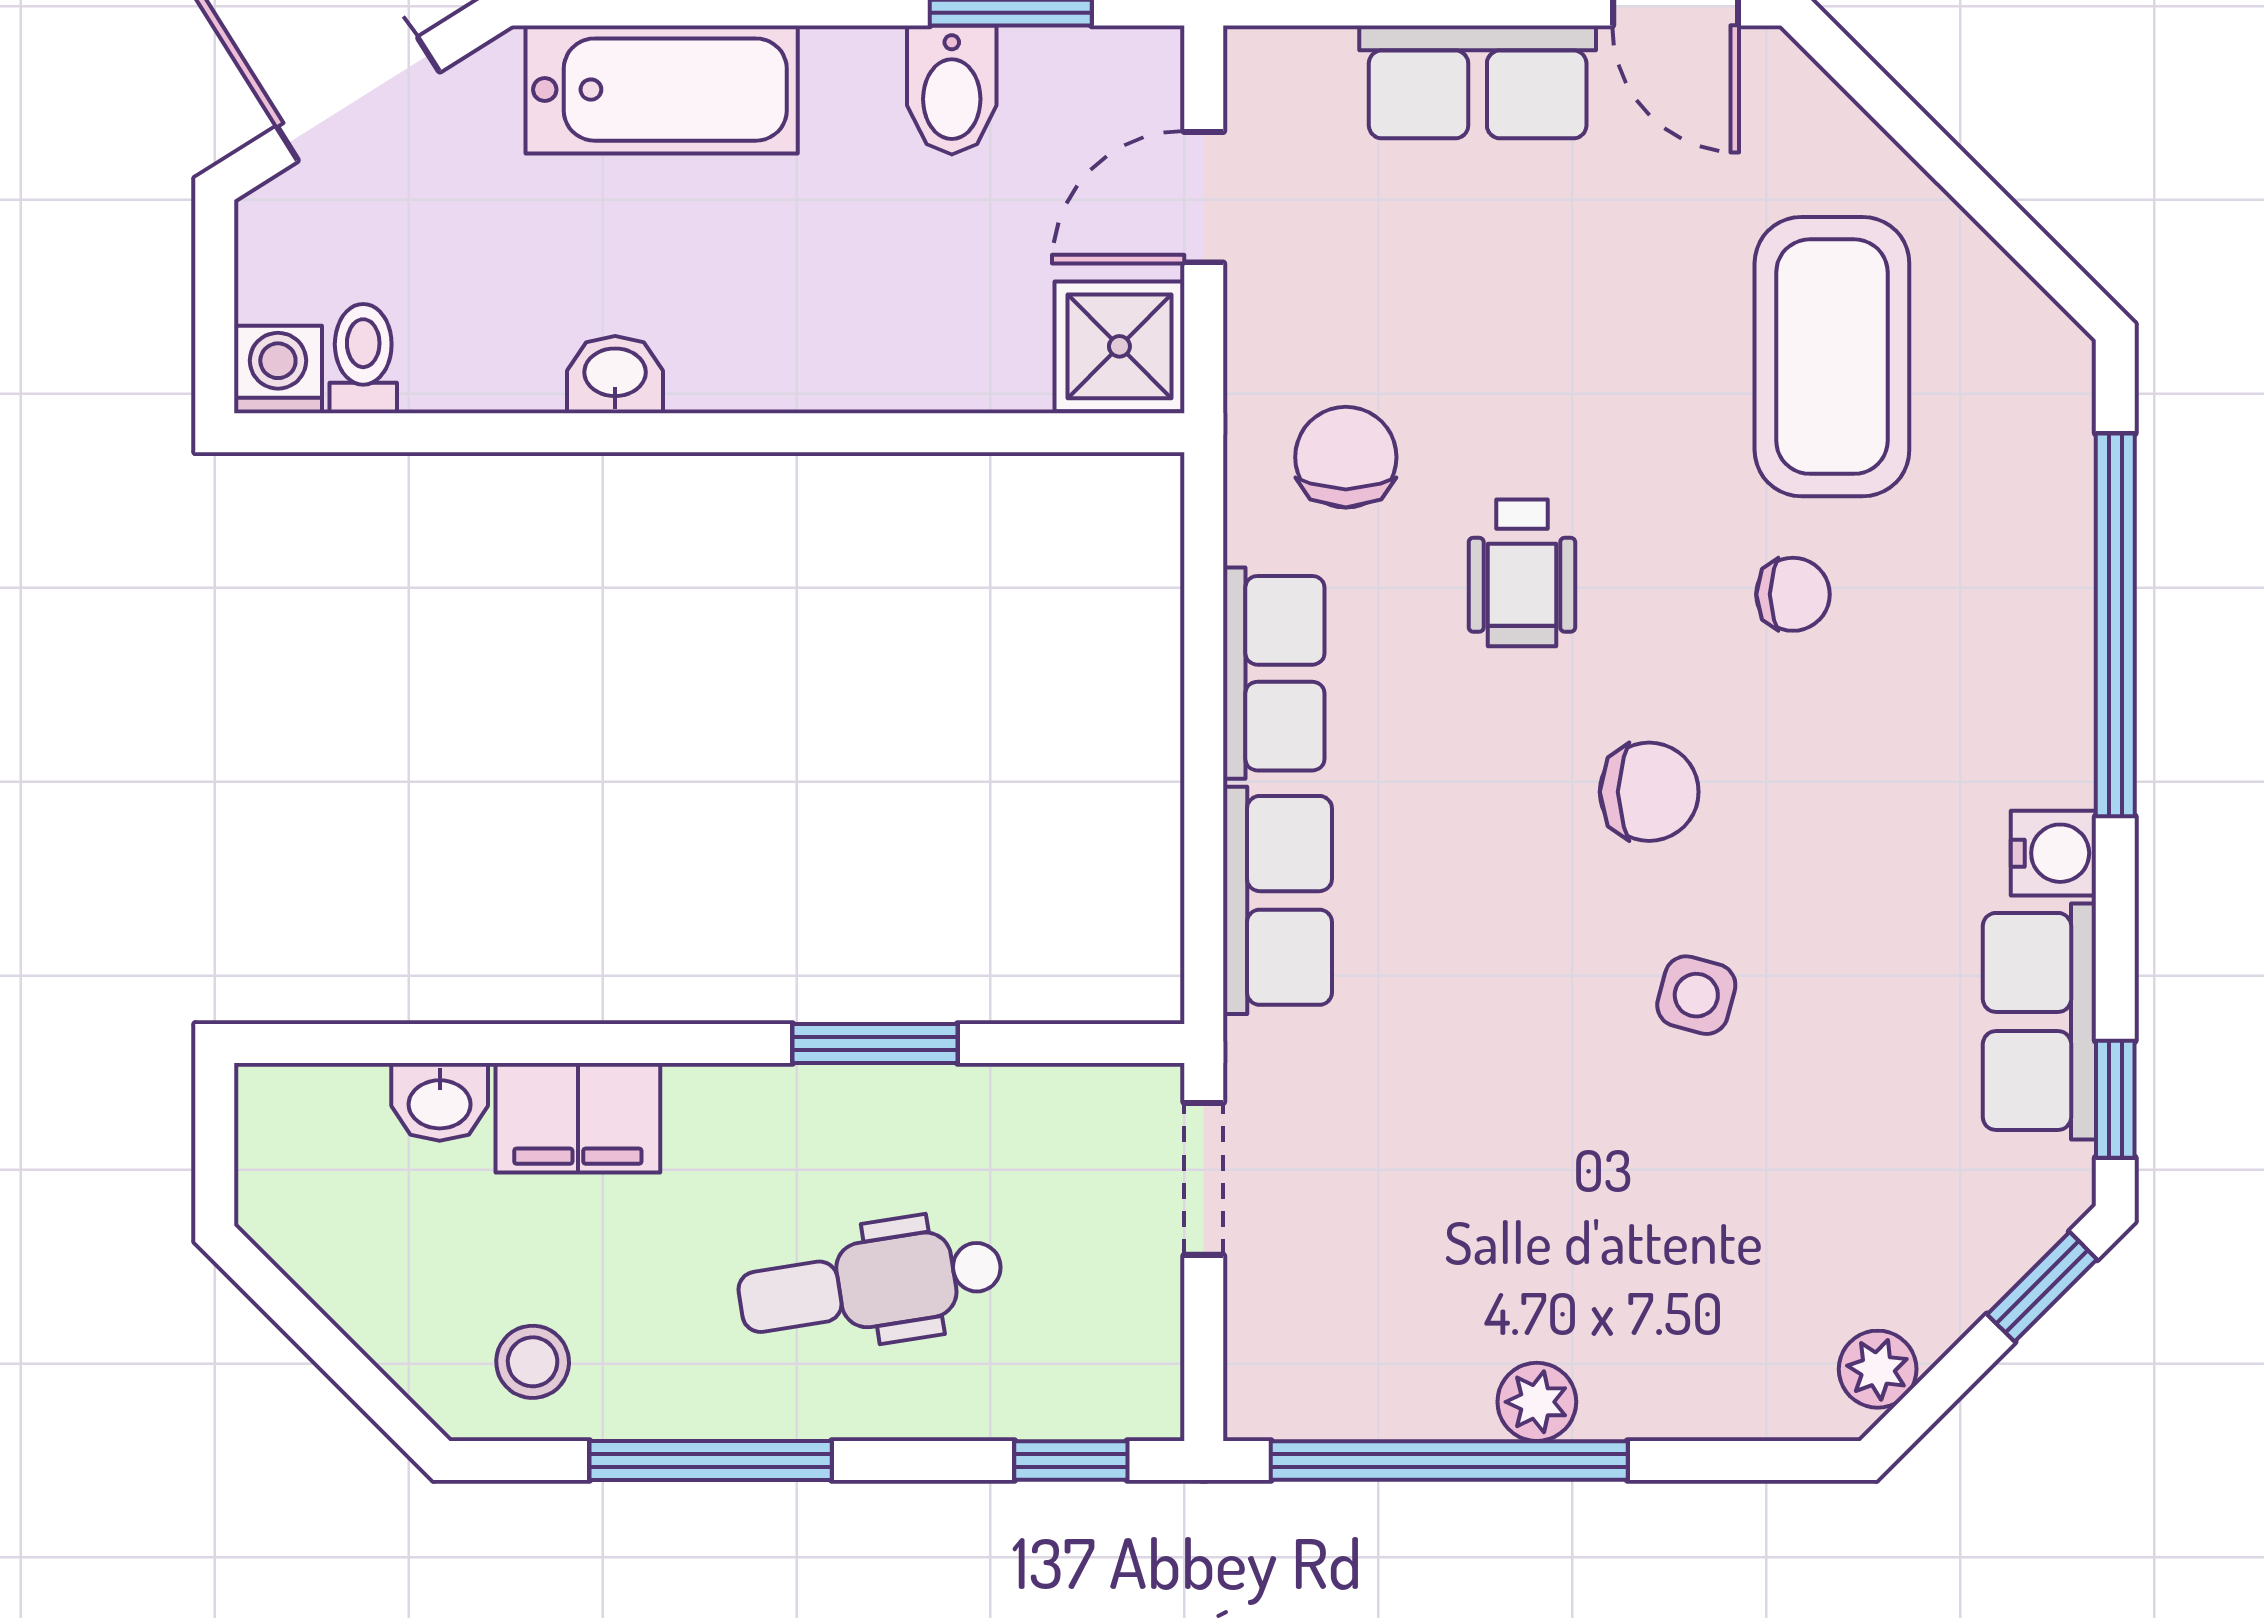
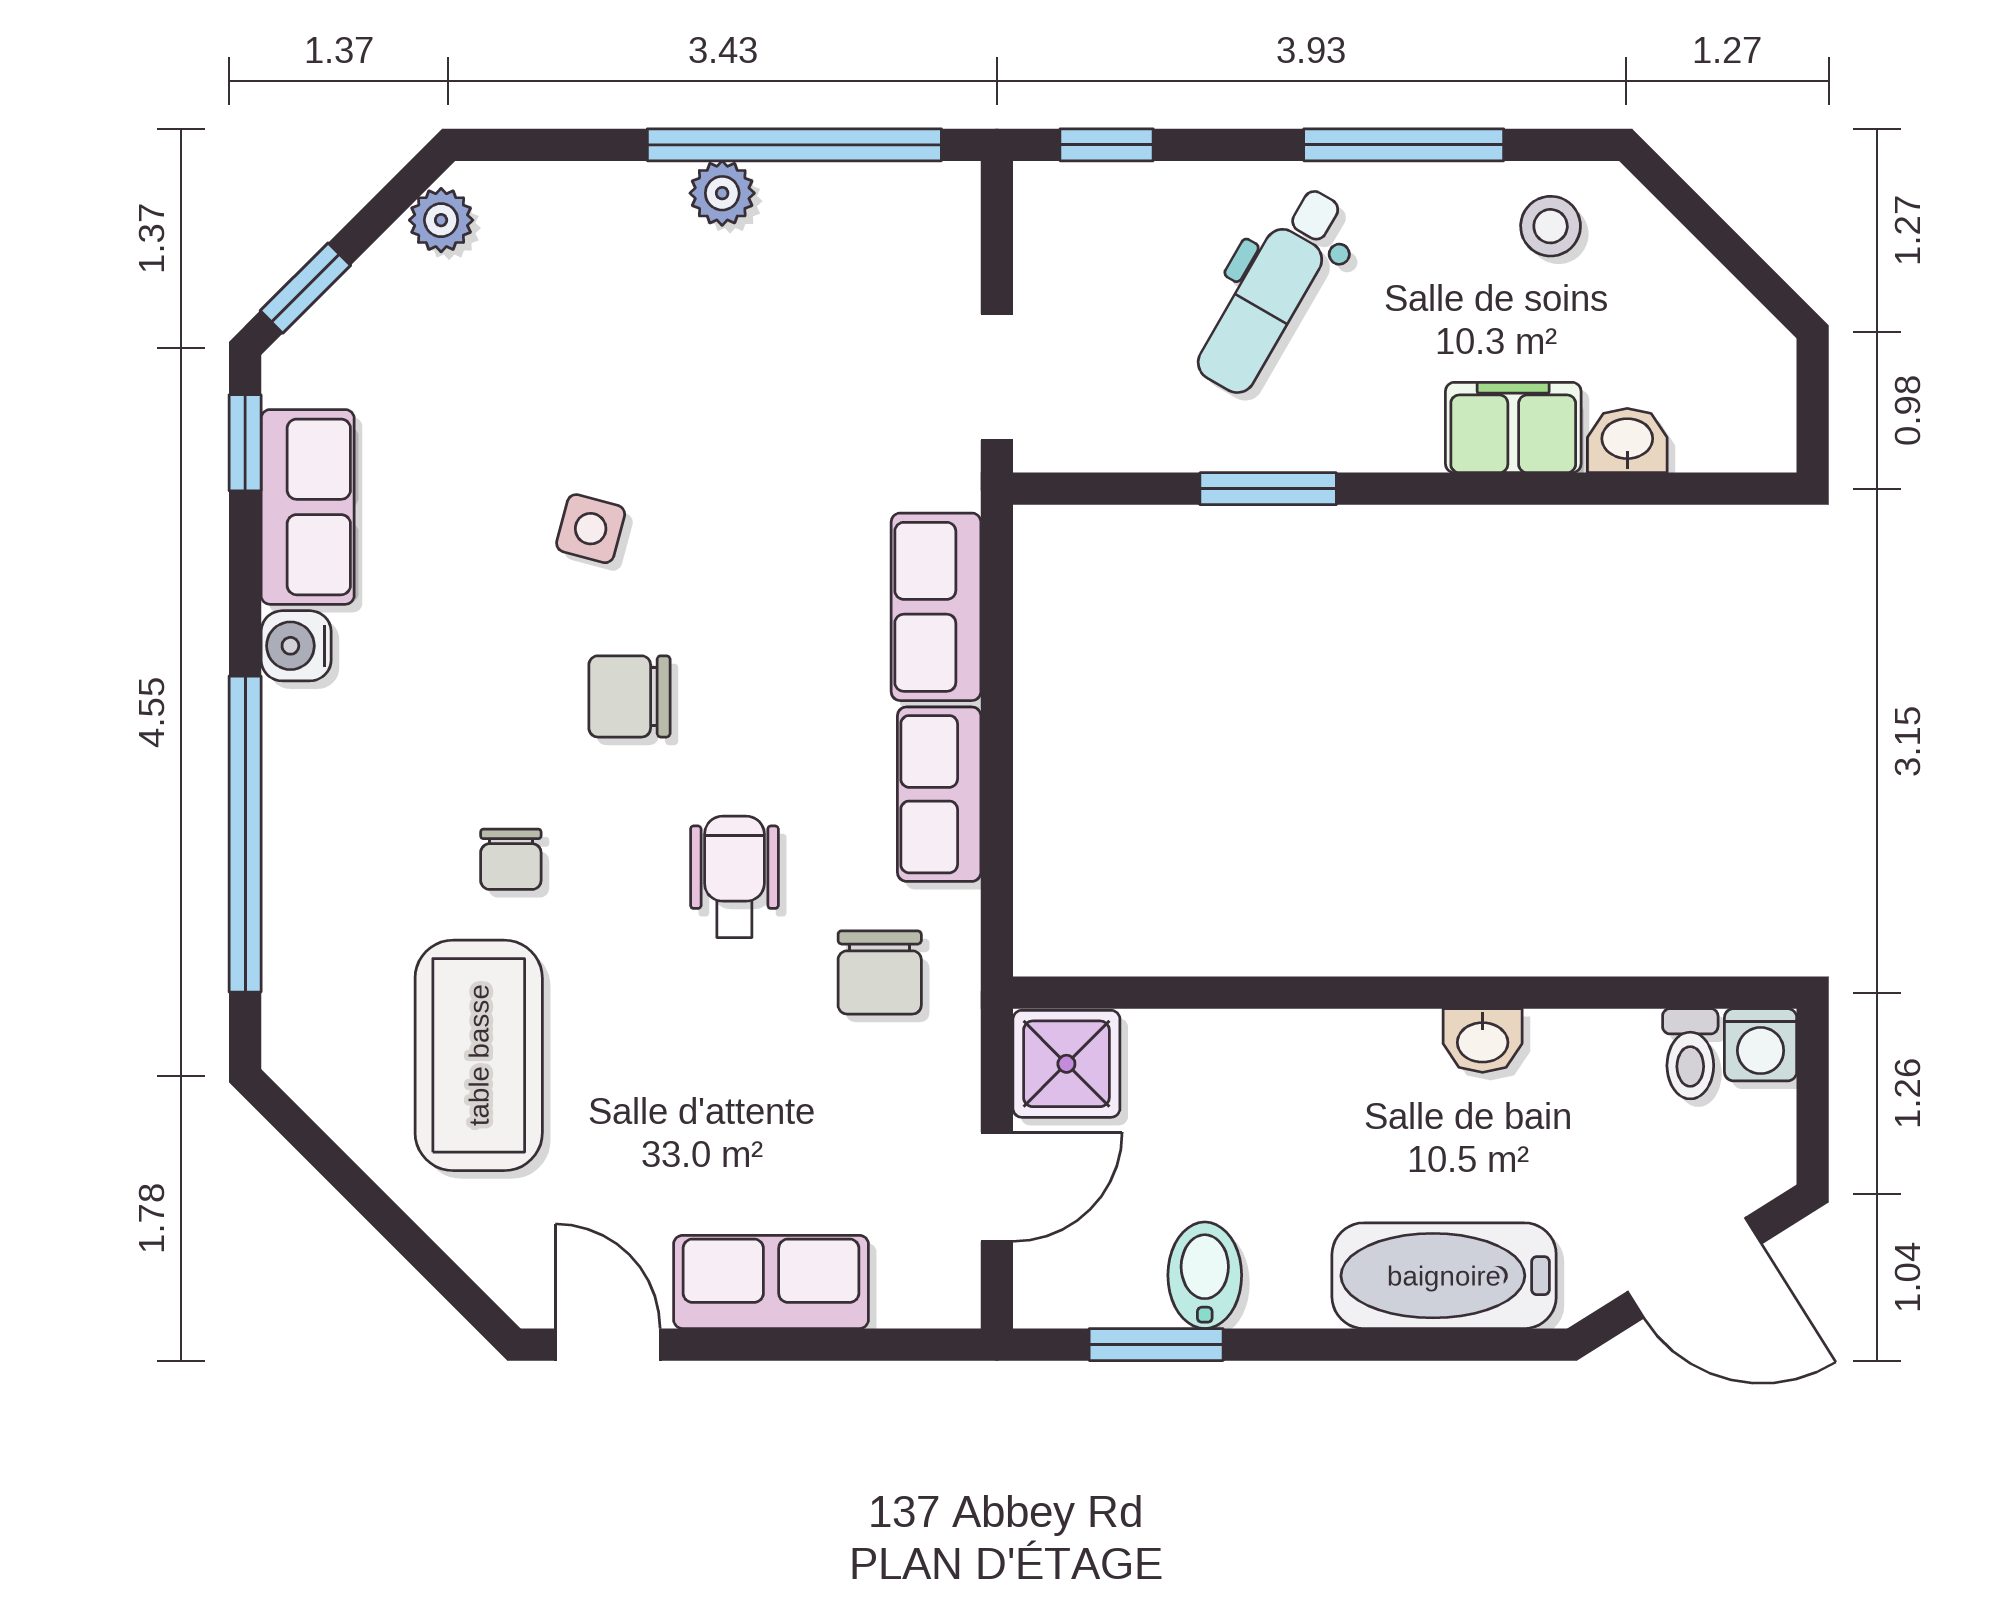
chair: (1793, 594) -> (511, 859), turned -90
dental chair: (870, 1284) -> (1272, 290), turned 129

